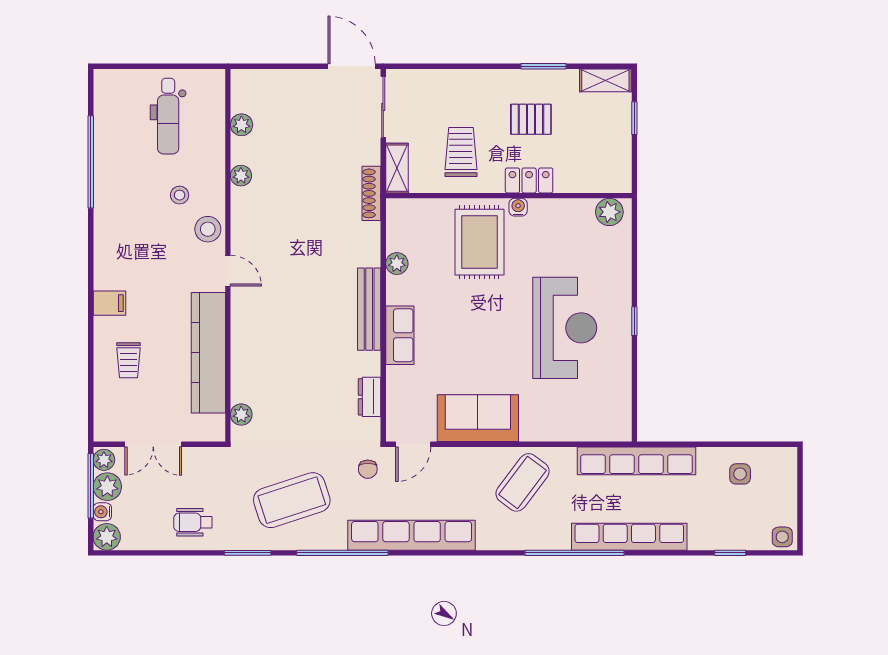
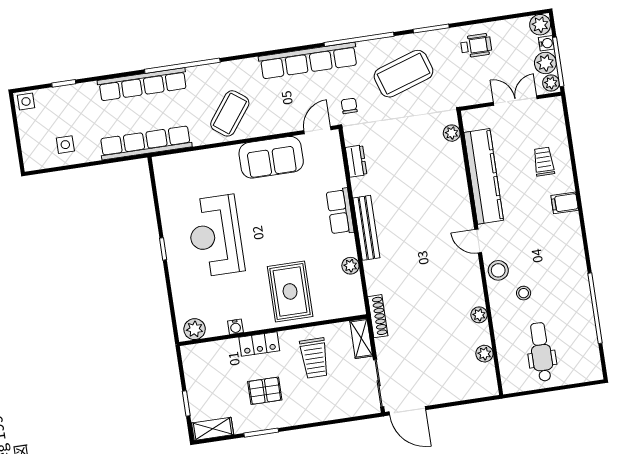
water cooler: (518, 207) -> (235, 327), moved

